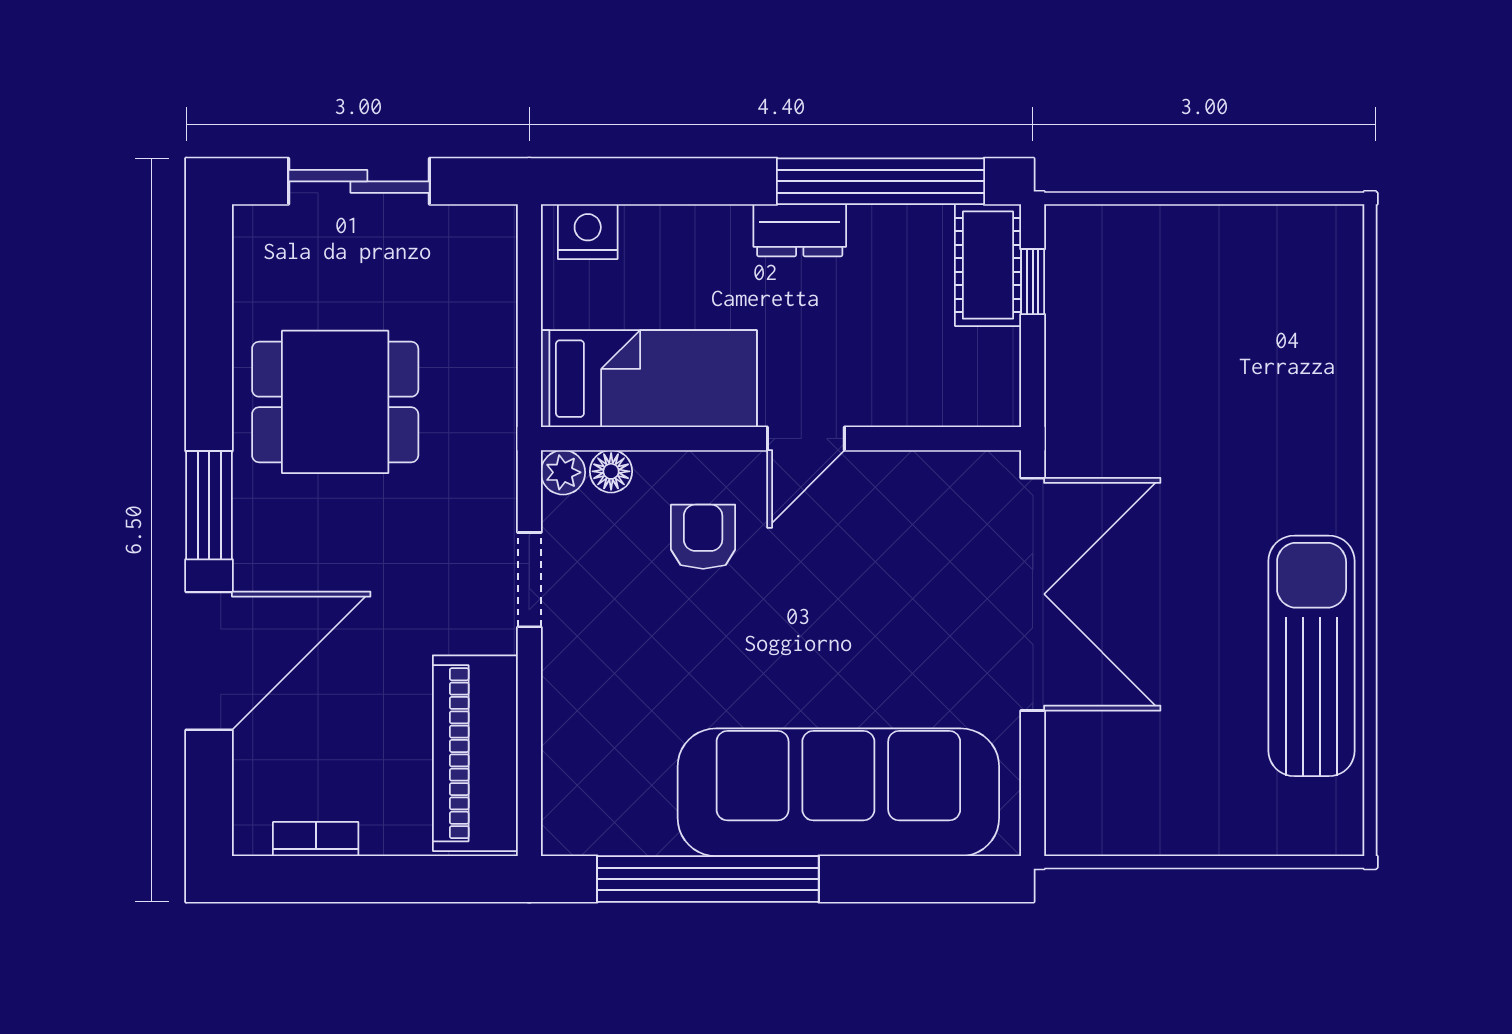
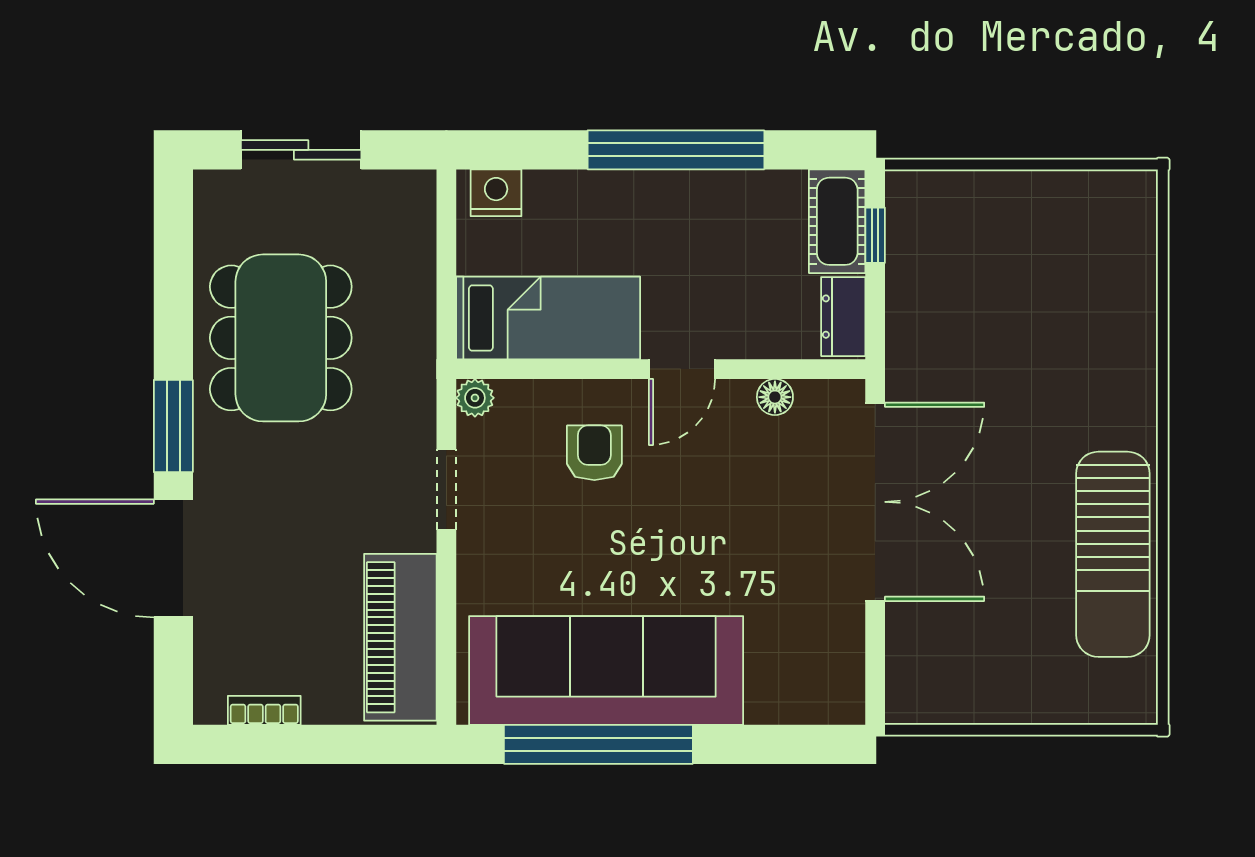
window: (880, 181) -> (676, 150), moved
dresser: (800, 230) -> (843, 317), moved, turned 90
dining table: (335, 402) -> (281, 338), width x1.38
floor lamp: (611, 471) -> (775, 397), moved
sun lounger: (1312, 656) -> (1113, 554), turned 180
door: (209, 661) -> (173, 558), swing flipped
sofa: (838, 792) -> (606, 671), moved

